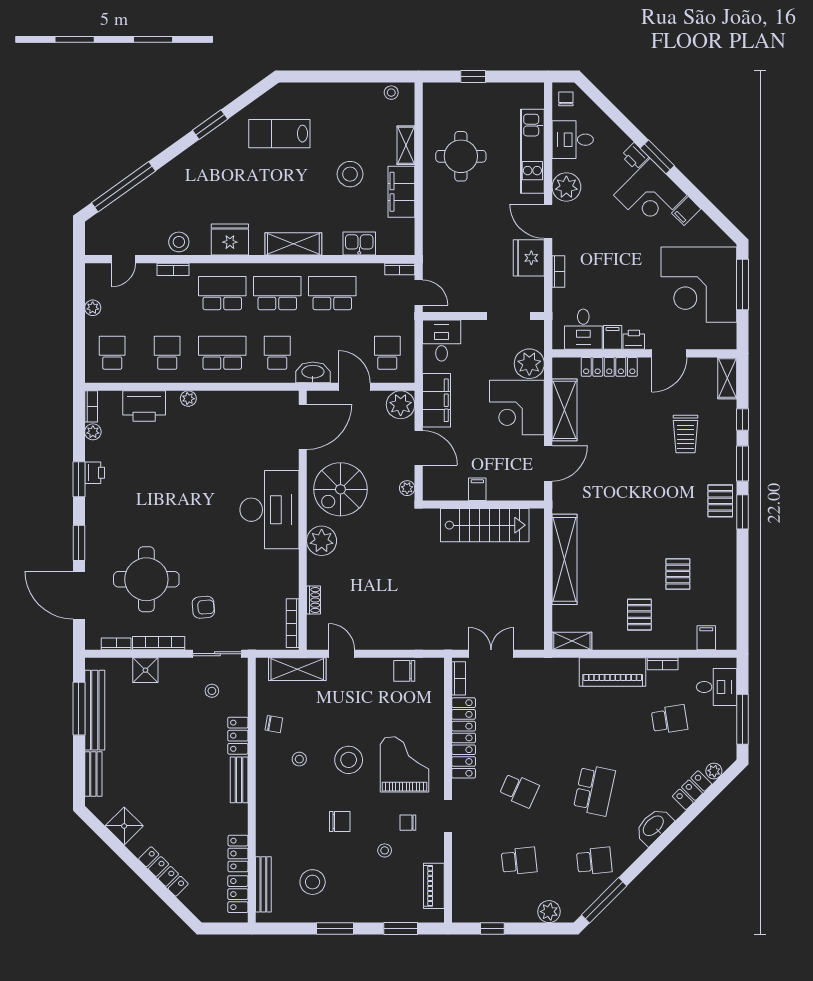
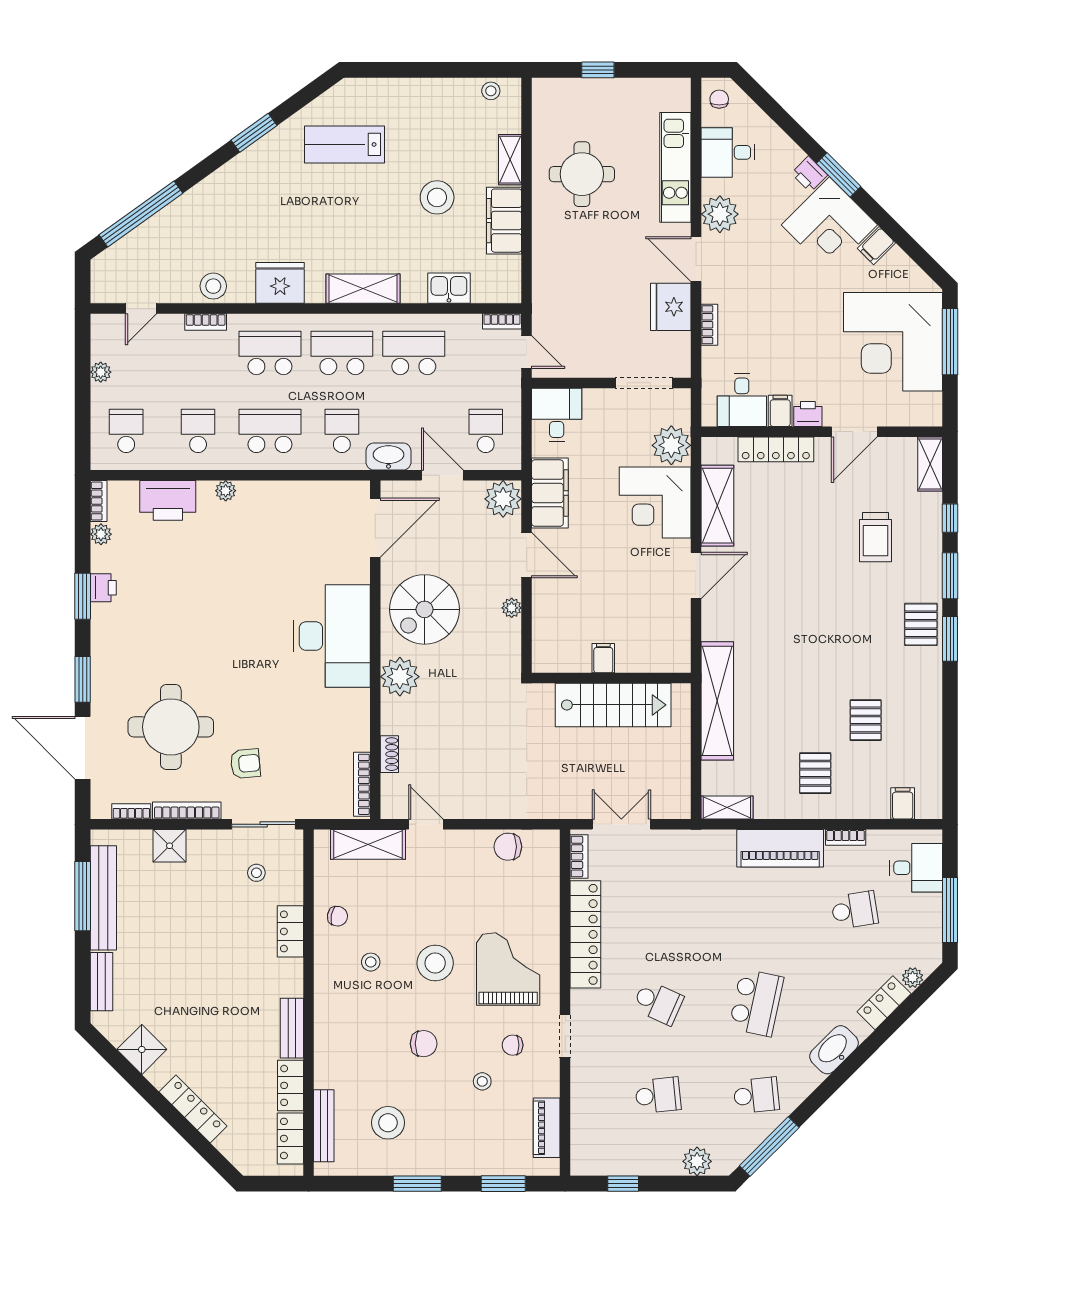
filing cabinet: (477, 489) -> (603, 658), moved
wall: (483, 505) -> (611, 678), moved
stairs: (485, 525) -> (613, 705), moved
bench: (239, 780) -> (292, 1028), moved

